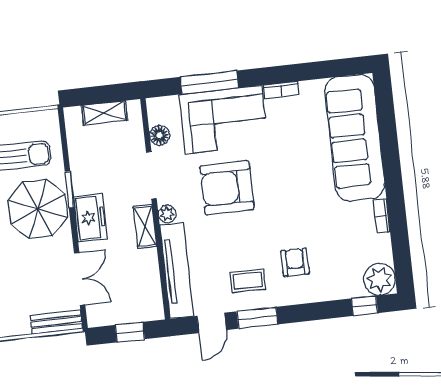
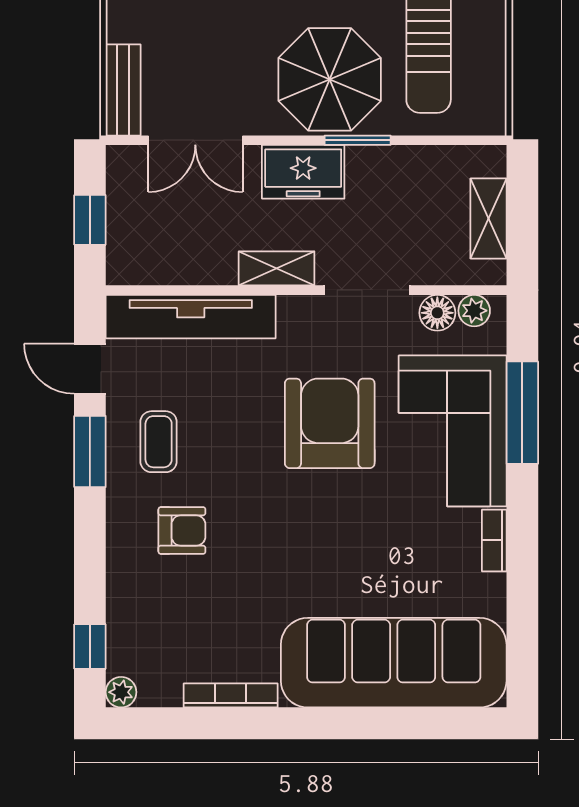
plant: (167, 214) -> (474, 311), moved
bookcase: (382, 216) -> (231, 695), width x1.56
plant: (380, 279) -> (121, 692), width x0.53, depth x0.53

